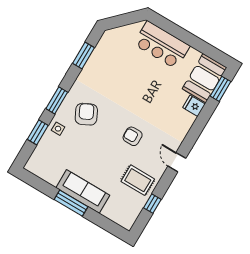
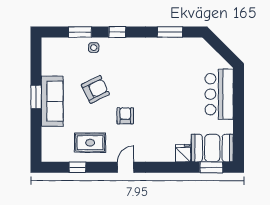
window: (57, 100) -> (117, 32), width x0.67
armchair: (86, 114) -> (95, 89), moved
rug: (138, 180) -> (90, 143), turned 90
window: (71, 203) -> (36, 97), width x0.69

